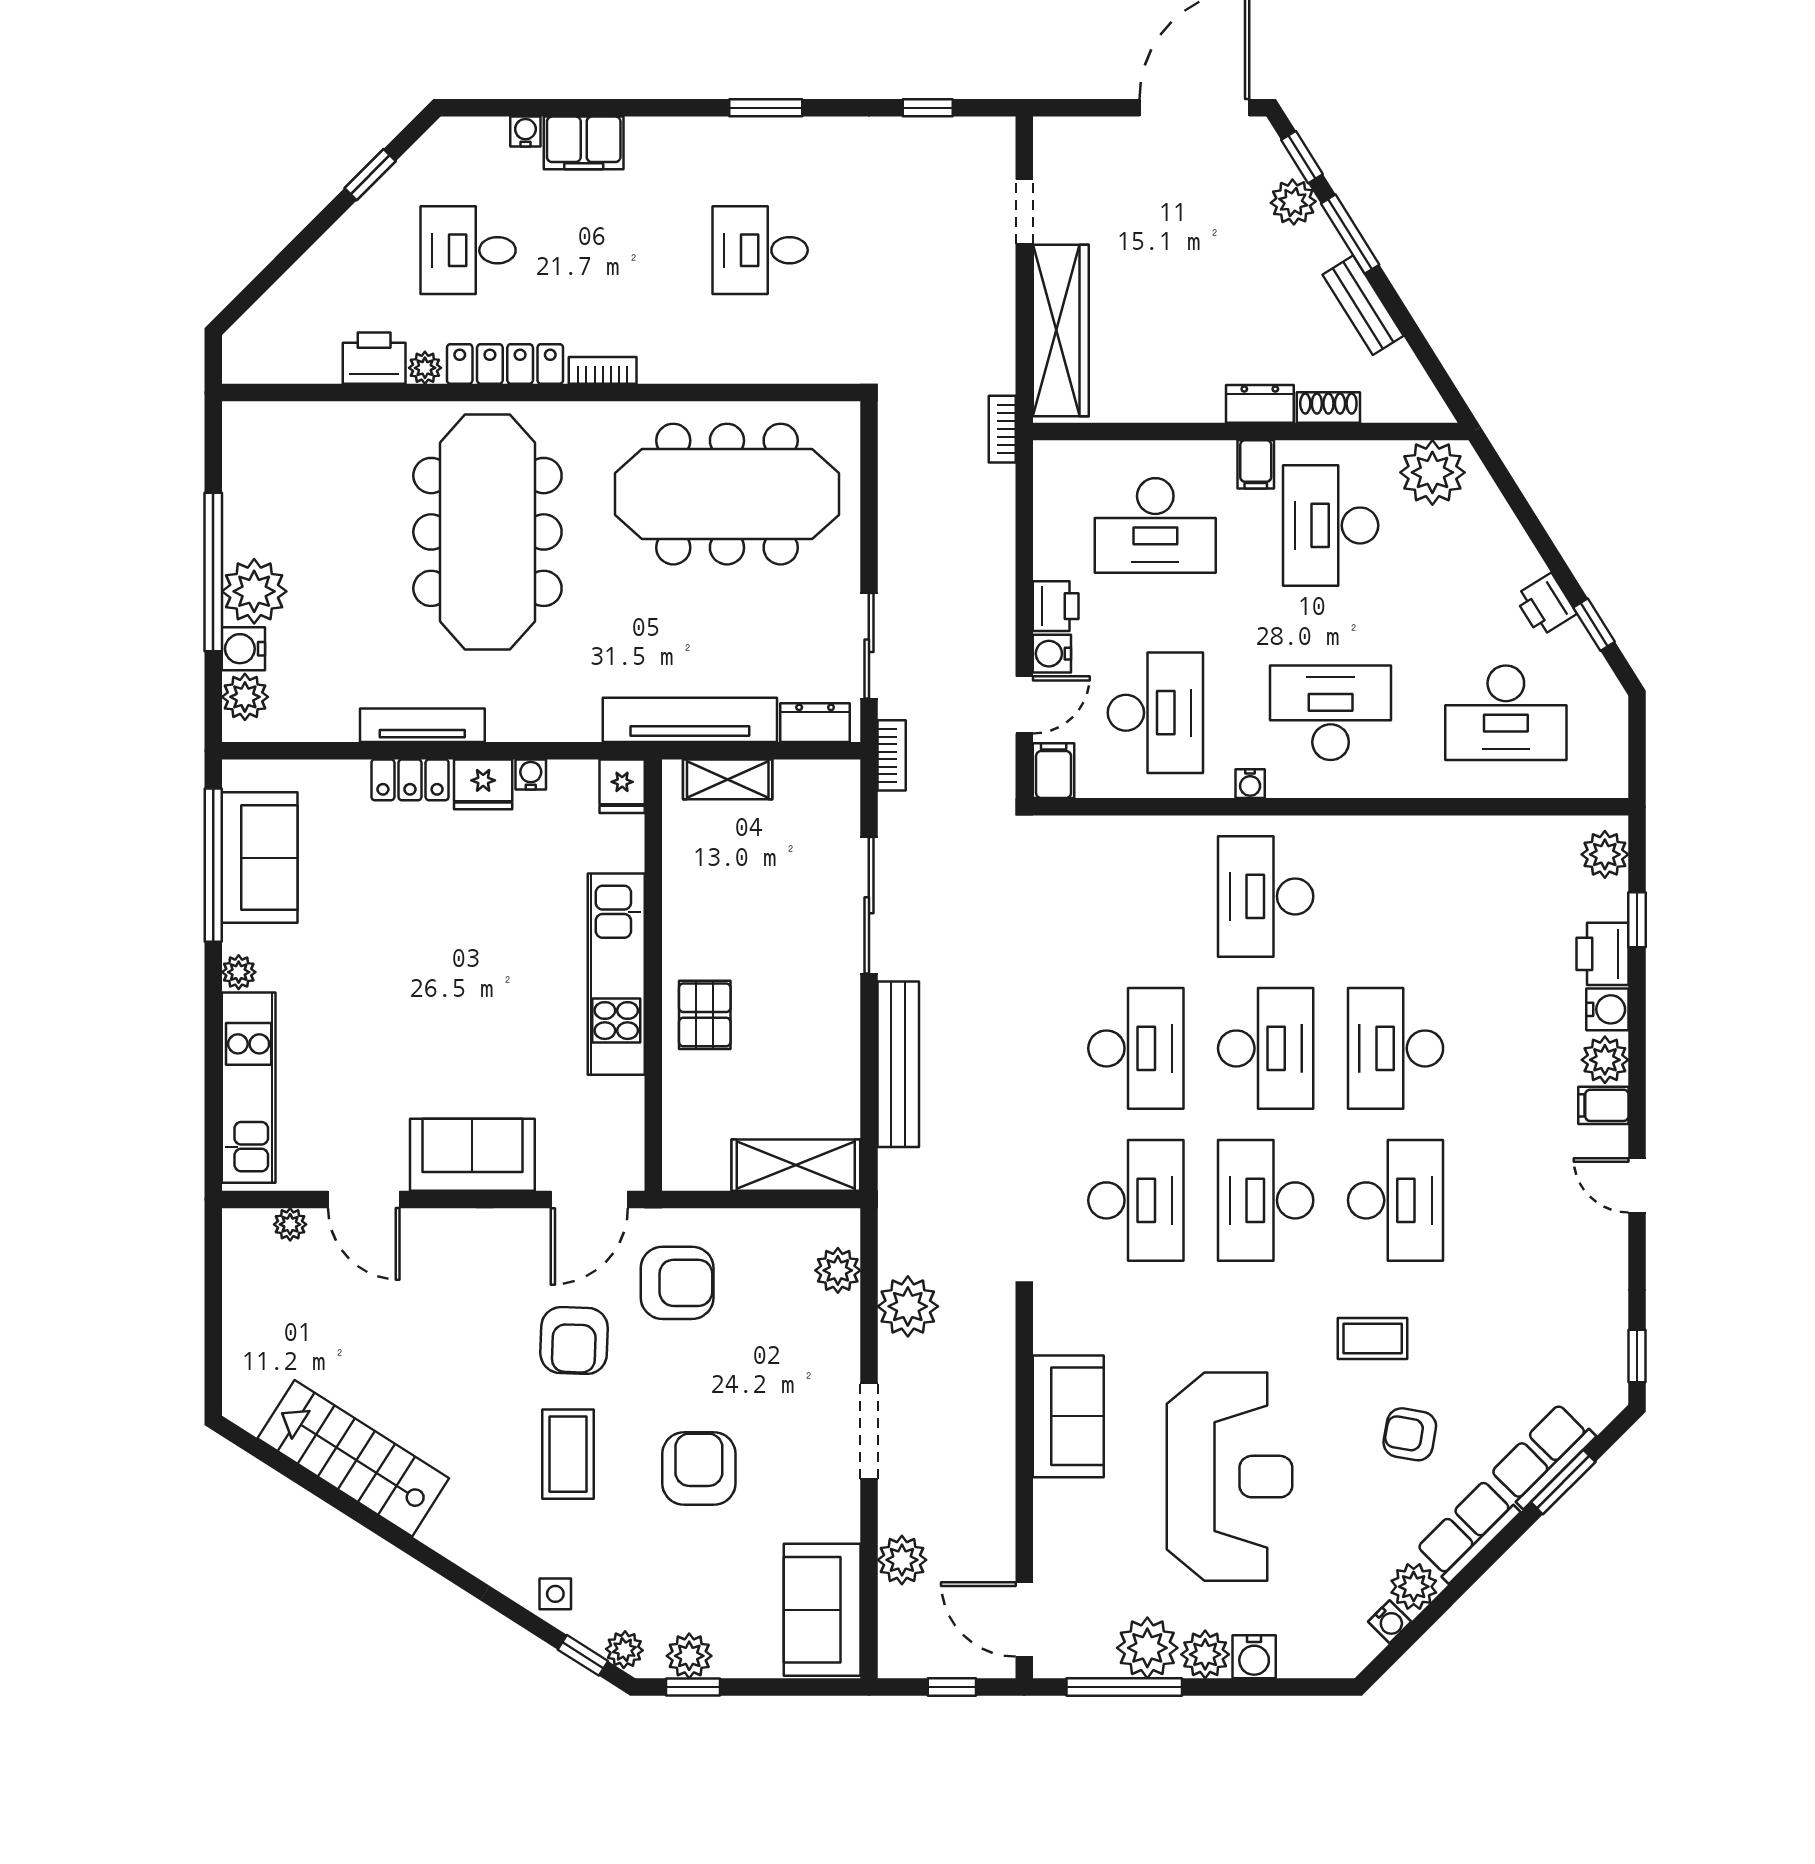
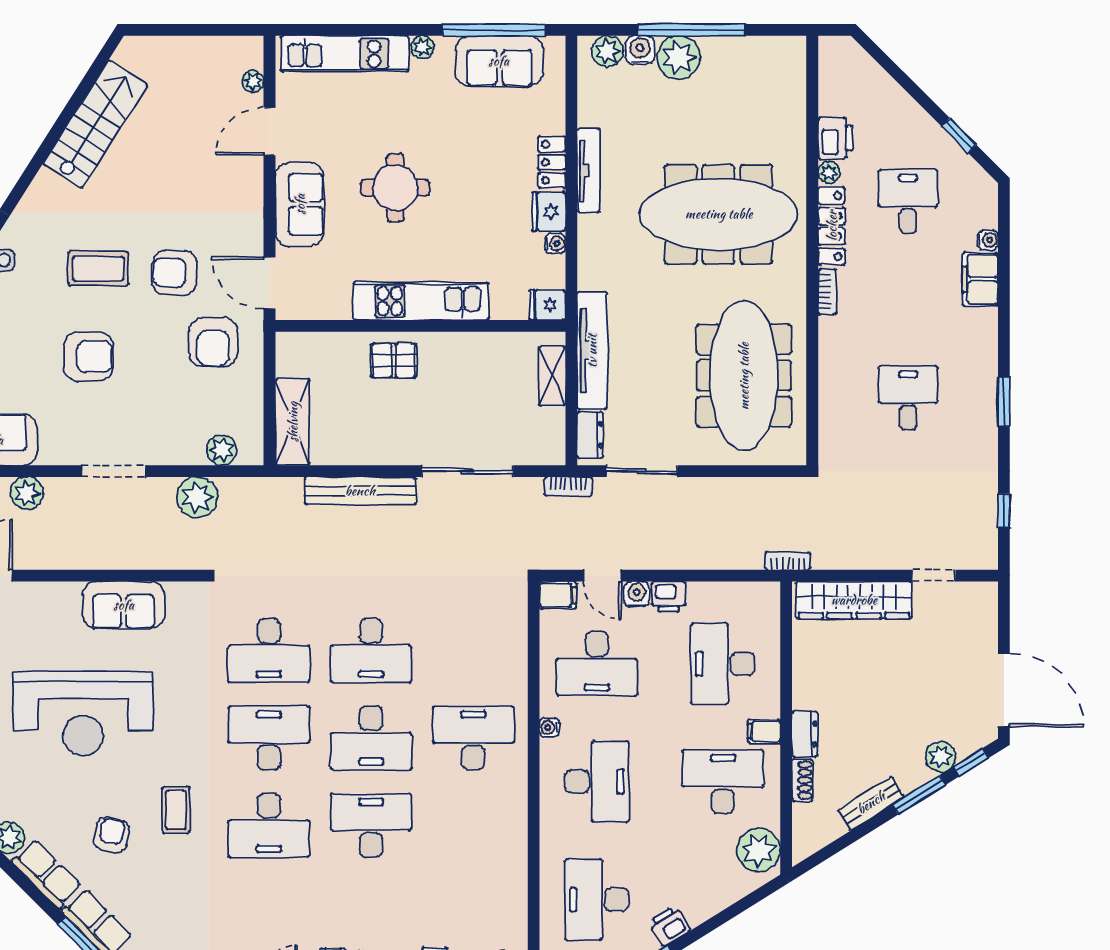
round table: (448, 1012) -> (395, 188), added

